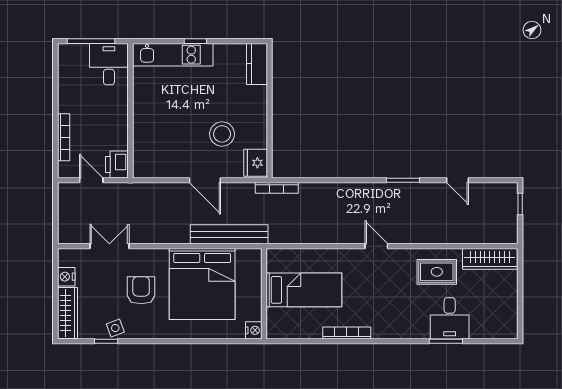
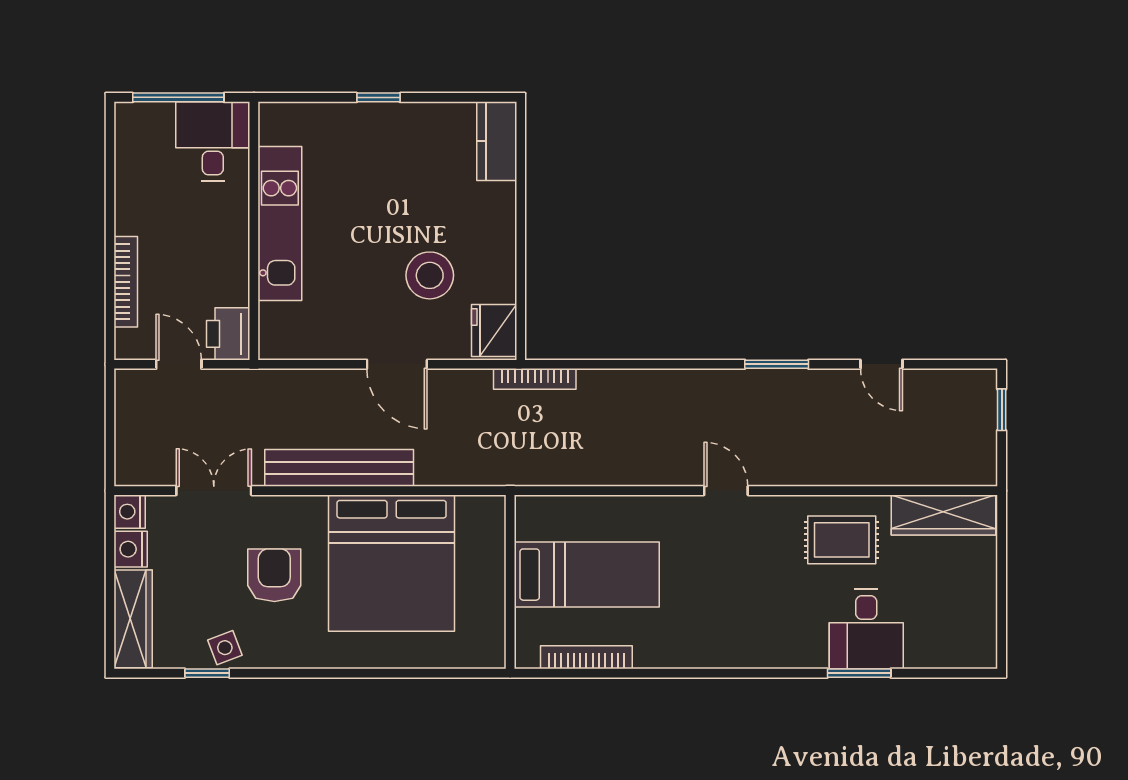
kitchen unit: (173, 55) -> (280, 224), moved, turned -90
bench: (229, 234) -> (339, 468), moved
nightstand: (254, 330) -> (130, 512), moved, turned 180
bookcase: (347, 333) -> (586, 657), moved

